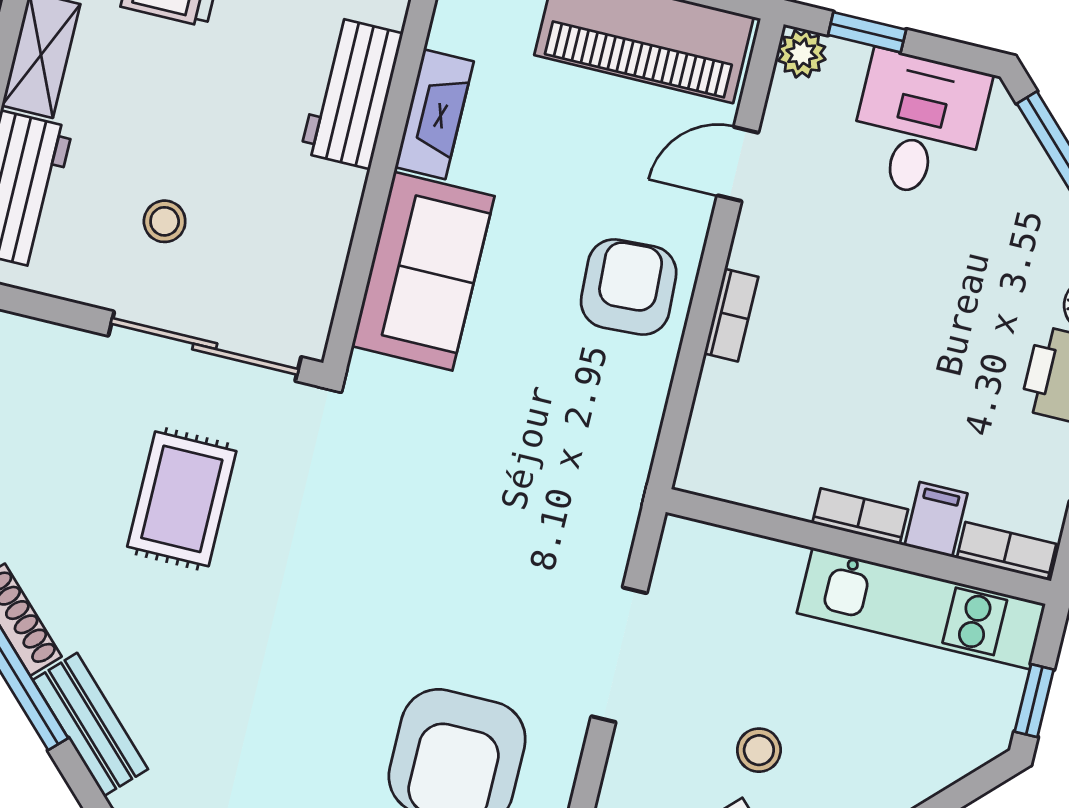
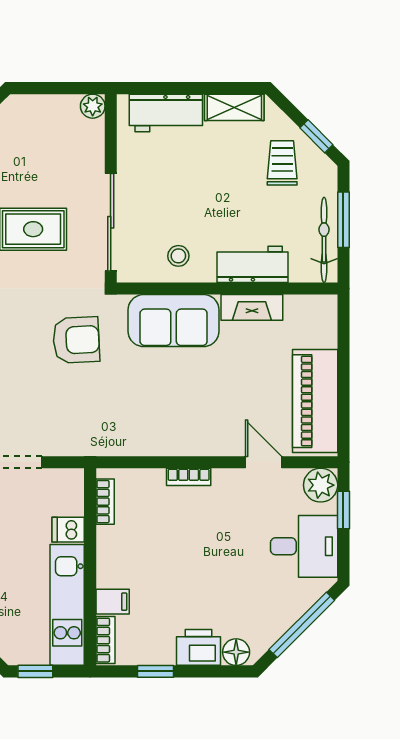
plant: (802, 54) -> (321, 485), width x1.38, depth x1.38
stool: (165, 221) -> (178, 256), moved
armchair: (629, 287) -> (76, 340), moved
bookcase: (860, 516) -> (105, 502), moved
dishwasher: (777, 571) -> (68, 530), added

